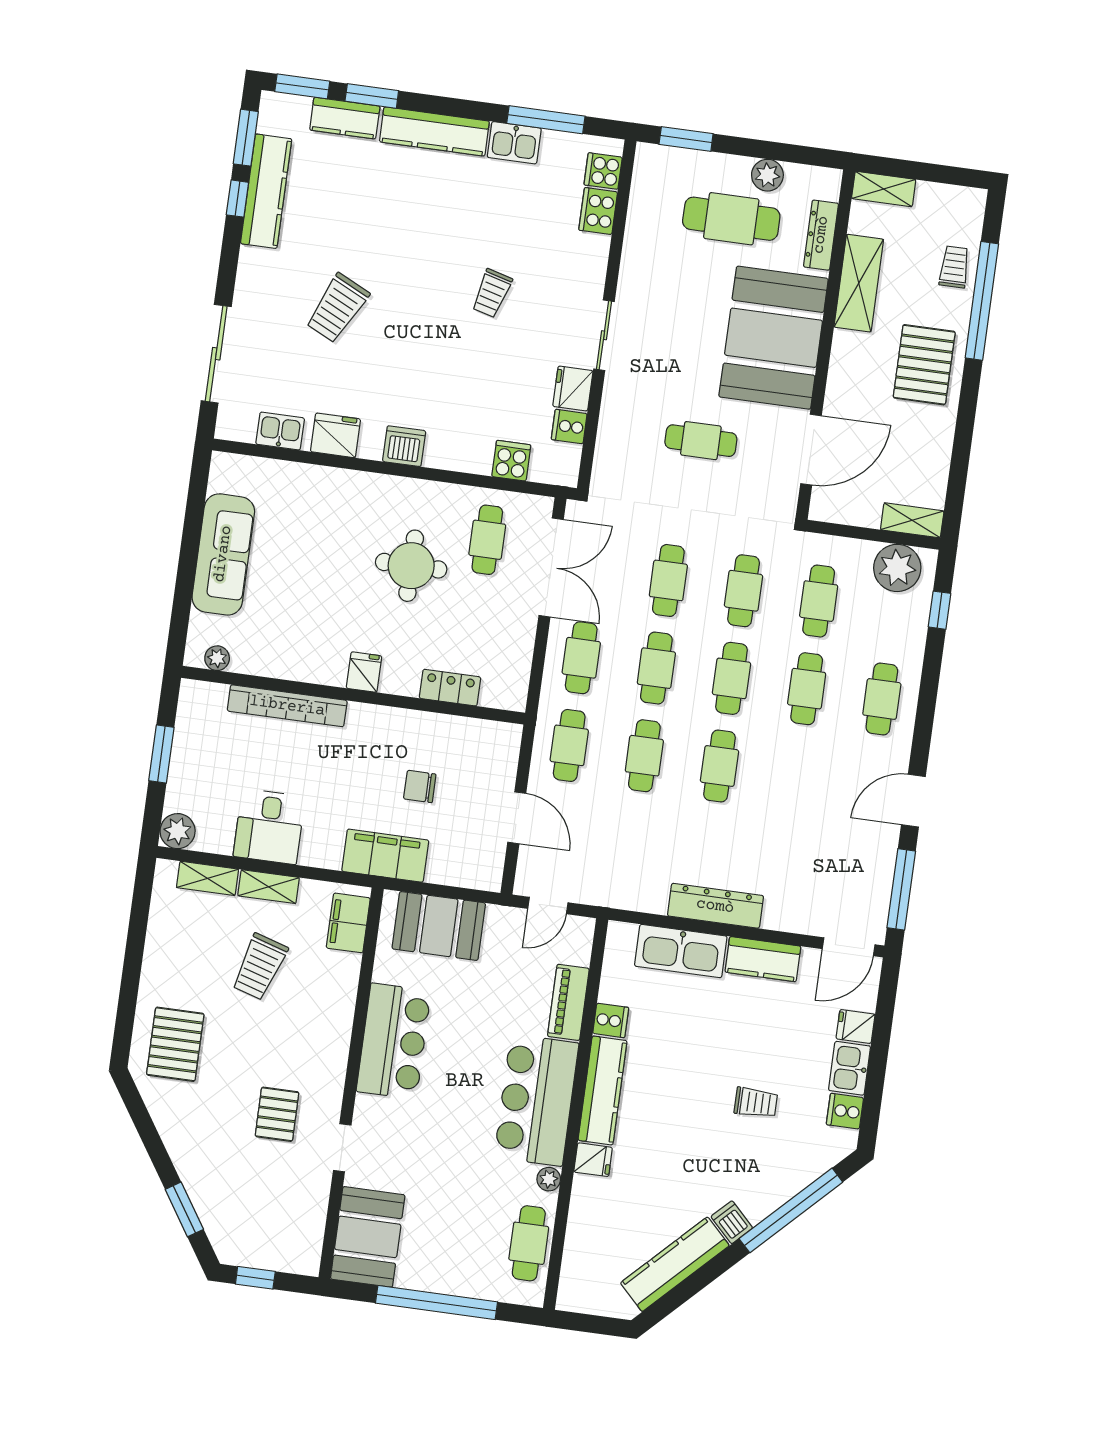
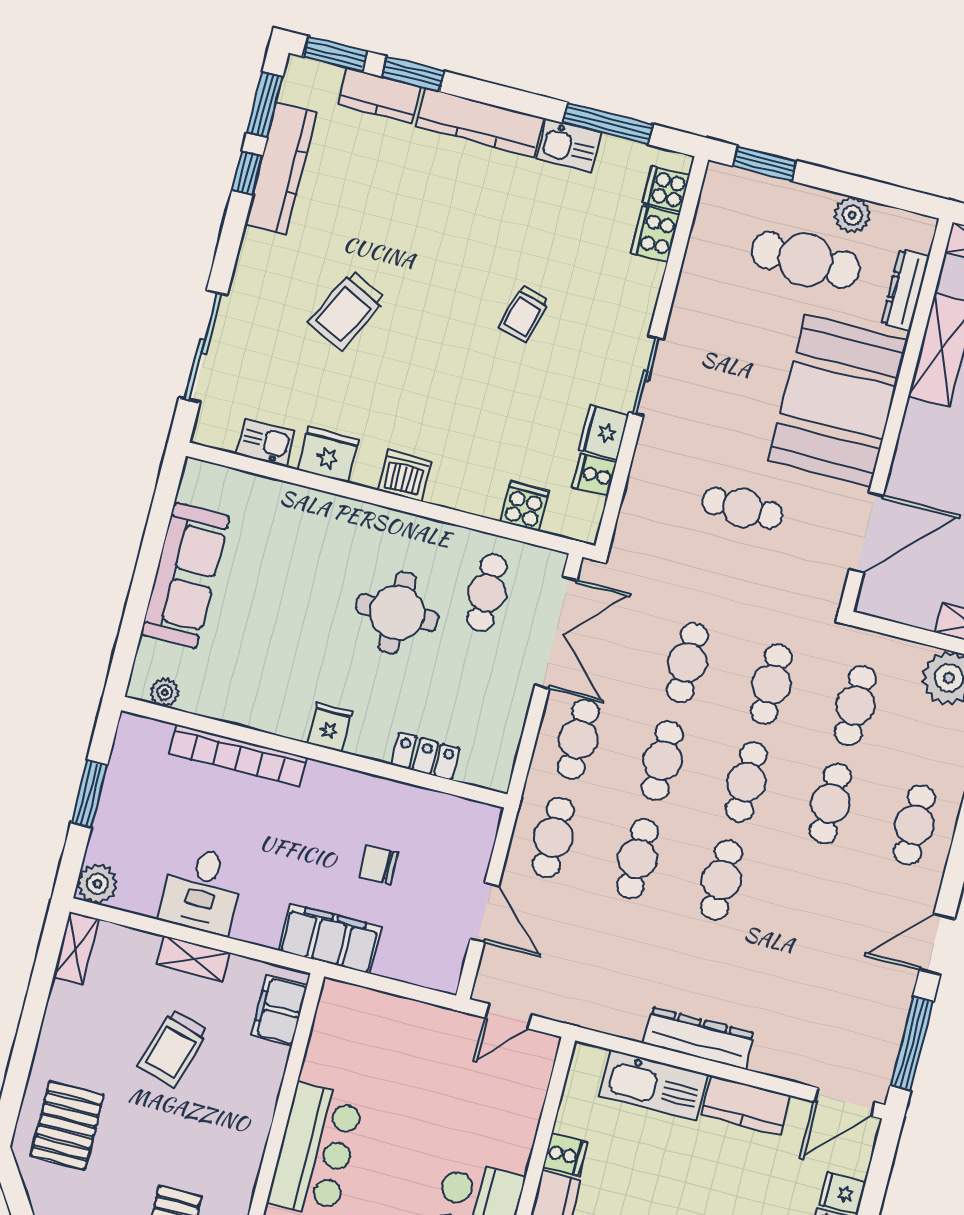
shelving: (208, 878) -> (76, 948), moved, turned 90
booth: (439, 926) -> (382, 1025), removed
piano: (568, 1002) -> (519, 1129), removed

